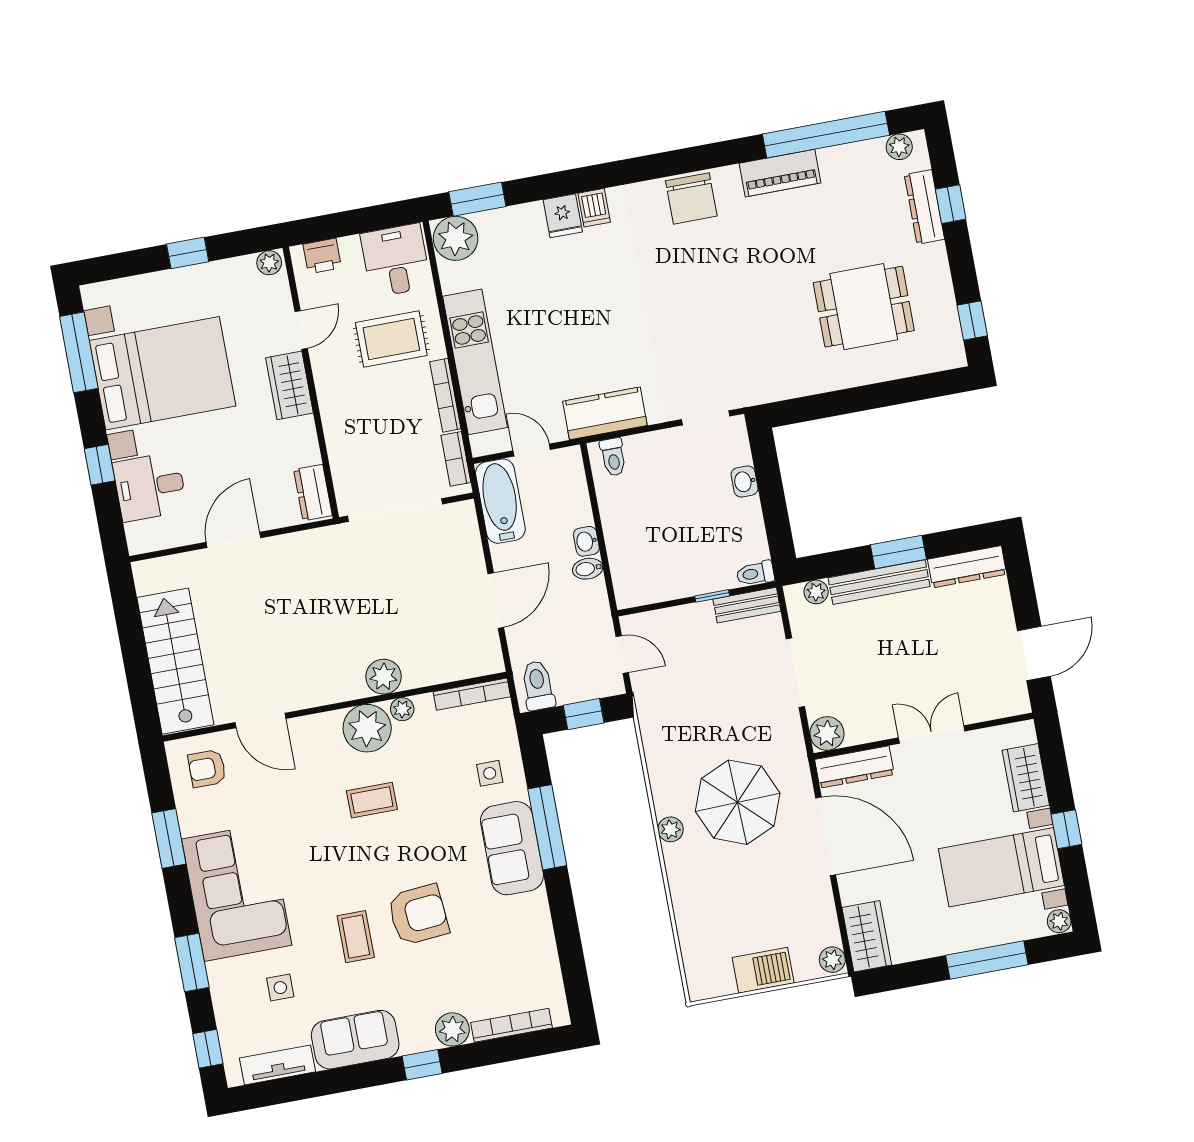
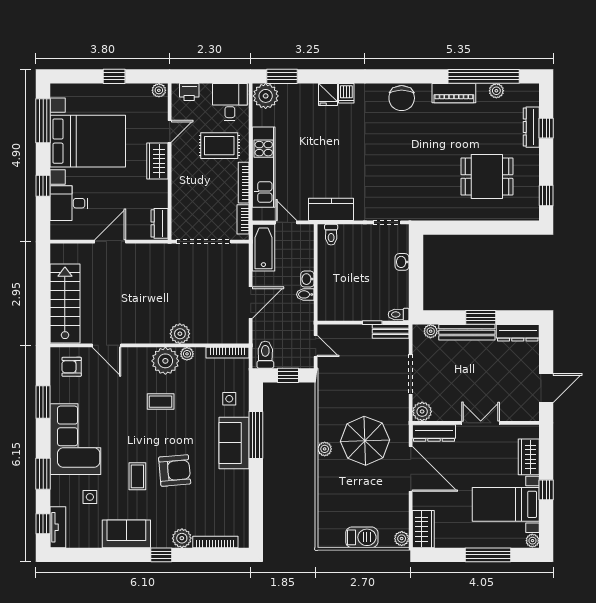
plant: (899, 147) -> (496, 91), moved
tv unit: (278, 1065) -> (58, 527), moved, turned 90

